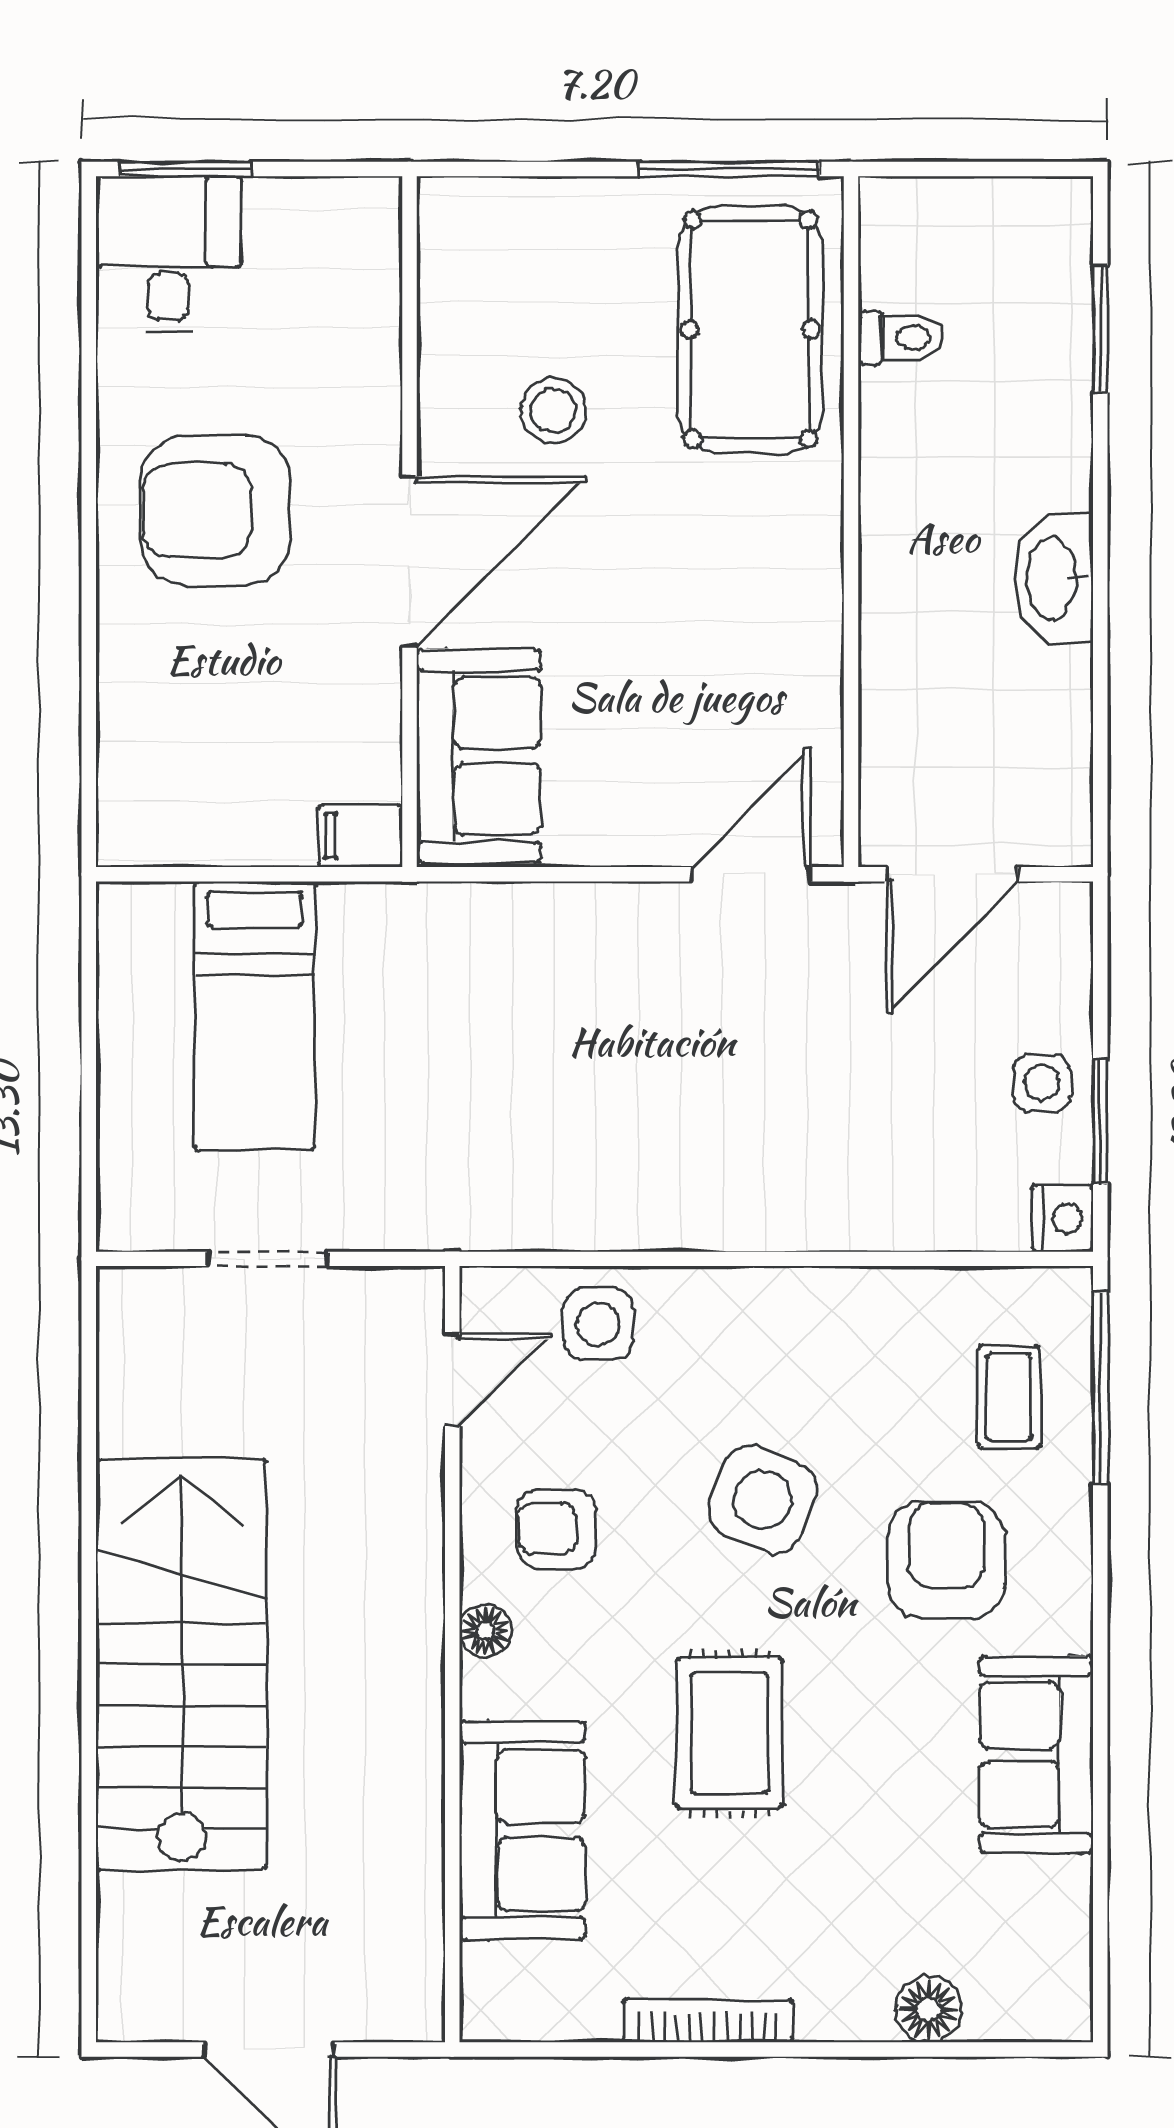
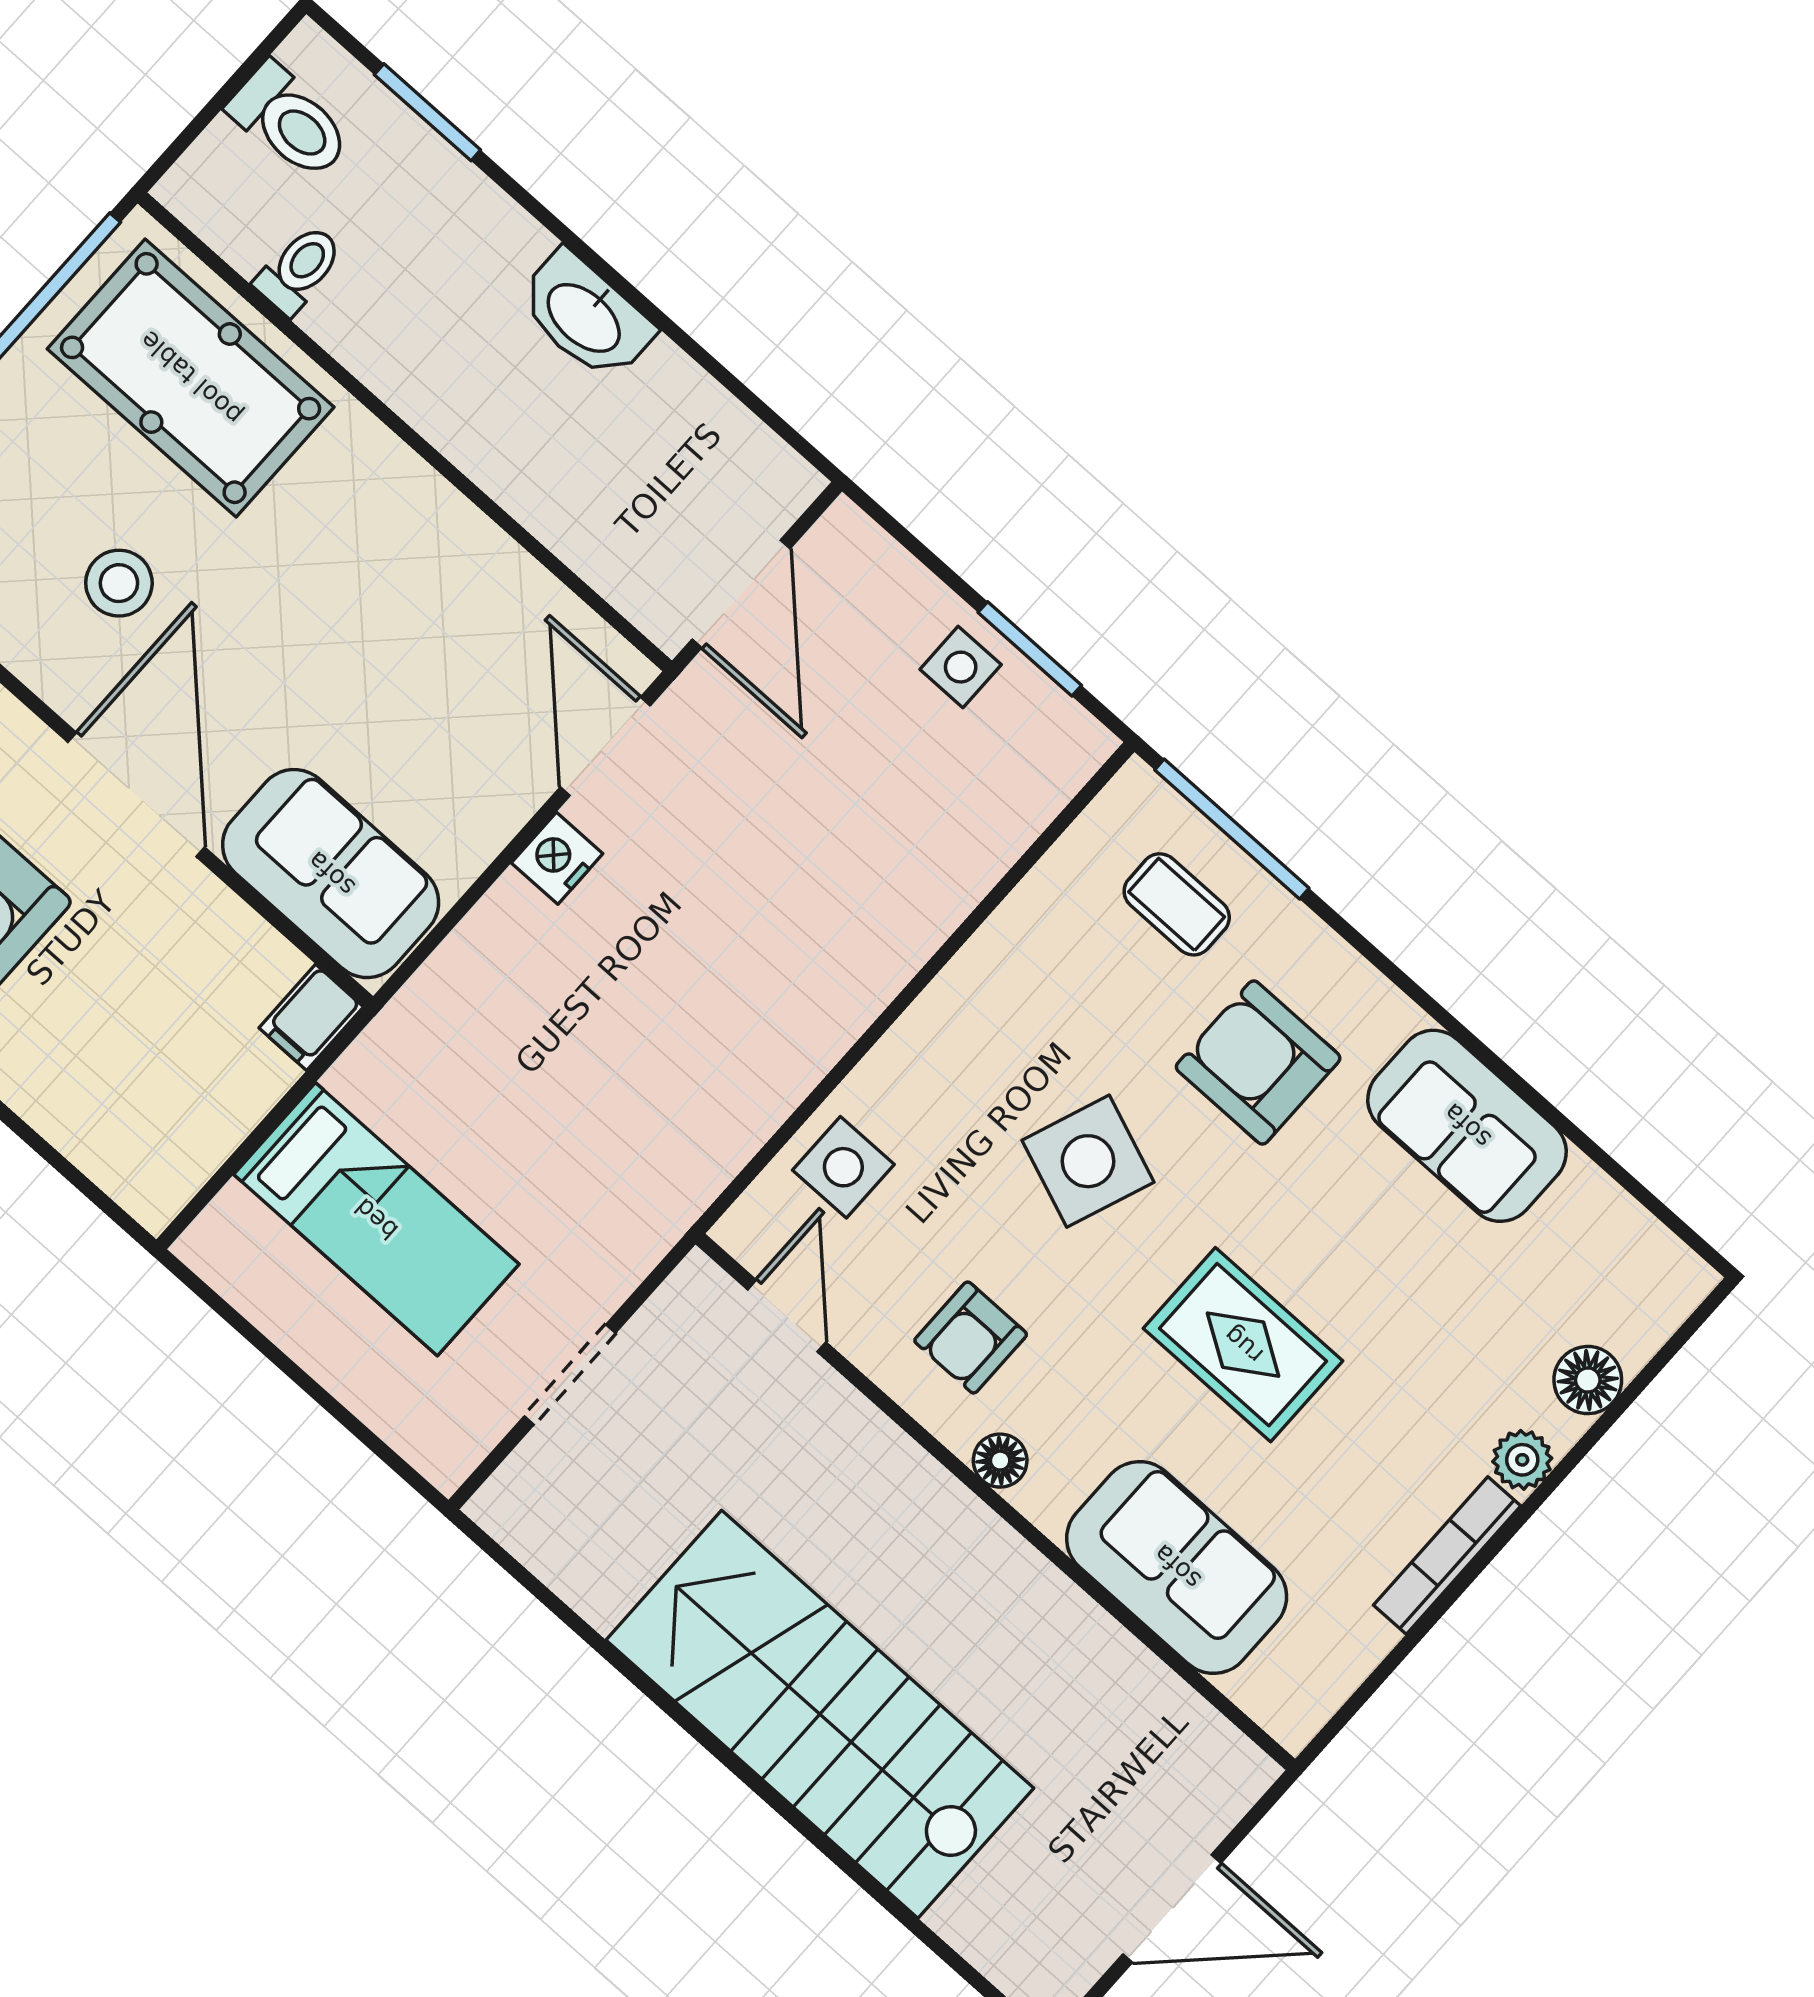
toilet: (1004, 234) -> (290, 121), added
nightstand: (1063, 1218) -> (557, 858), moved, turned -90
plant: (827, 2013) -> (1522, 1460), added

